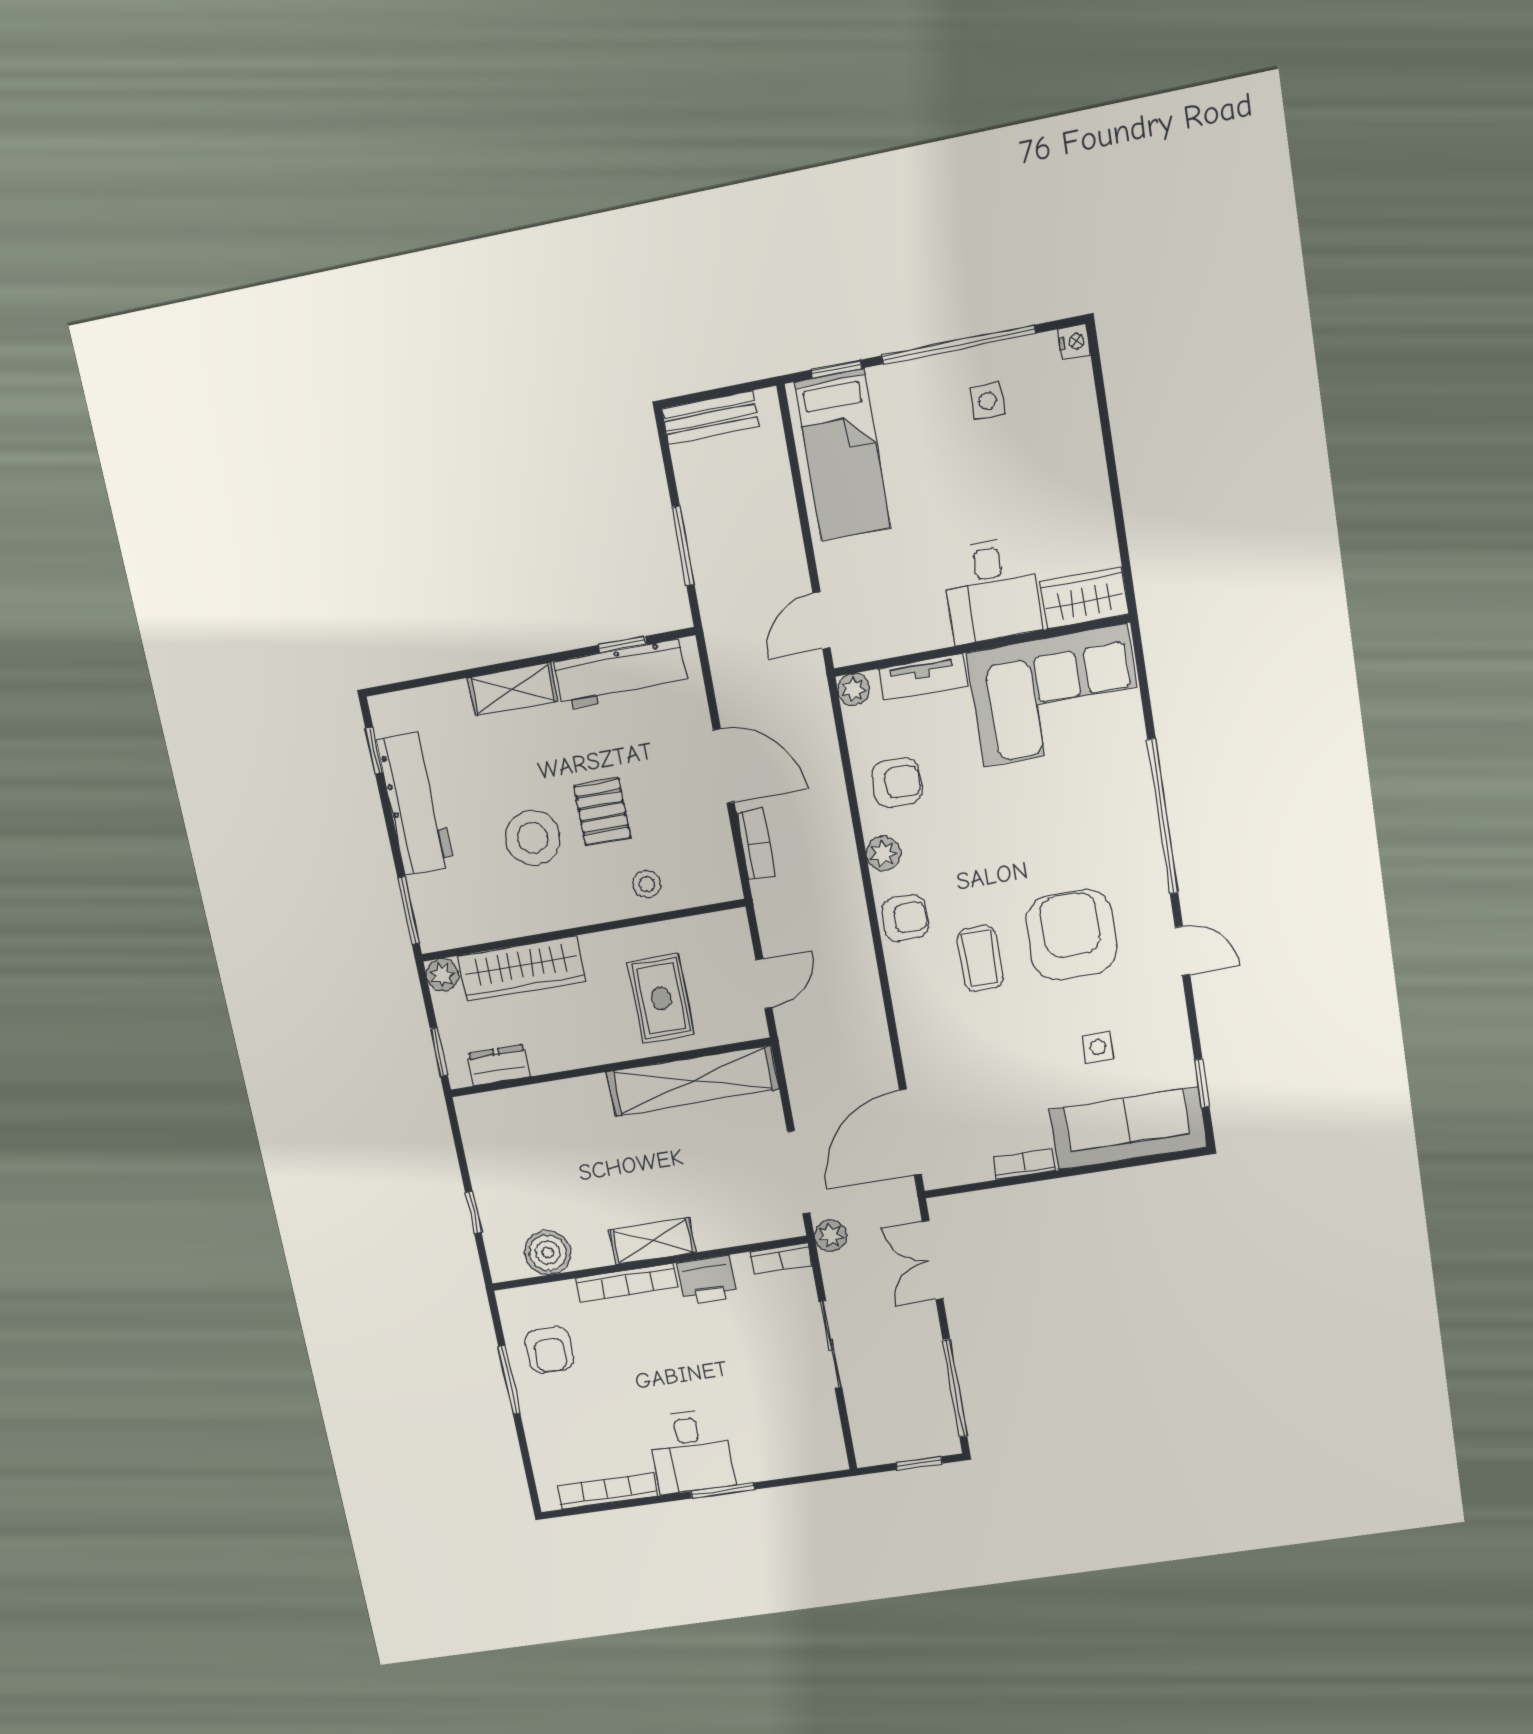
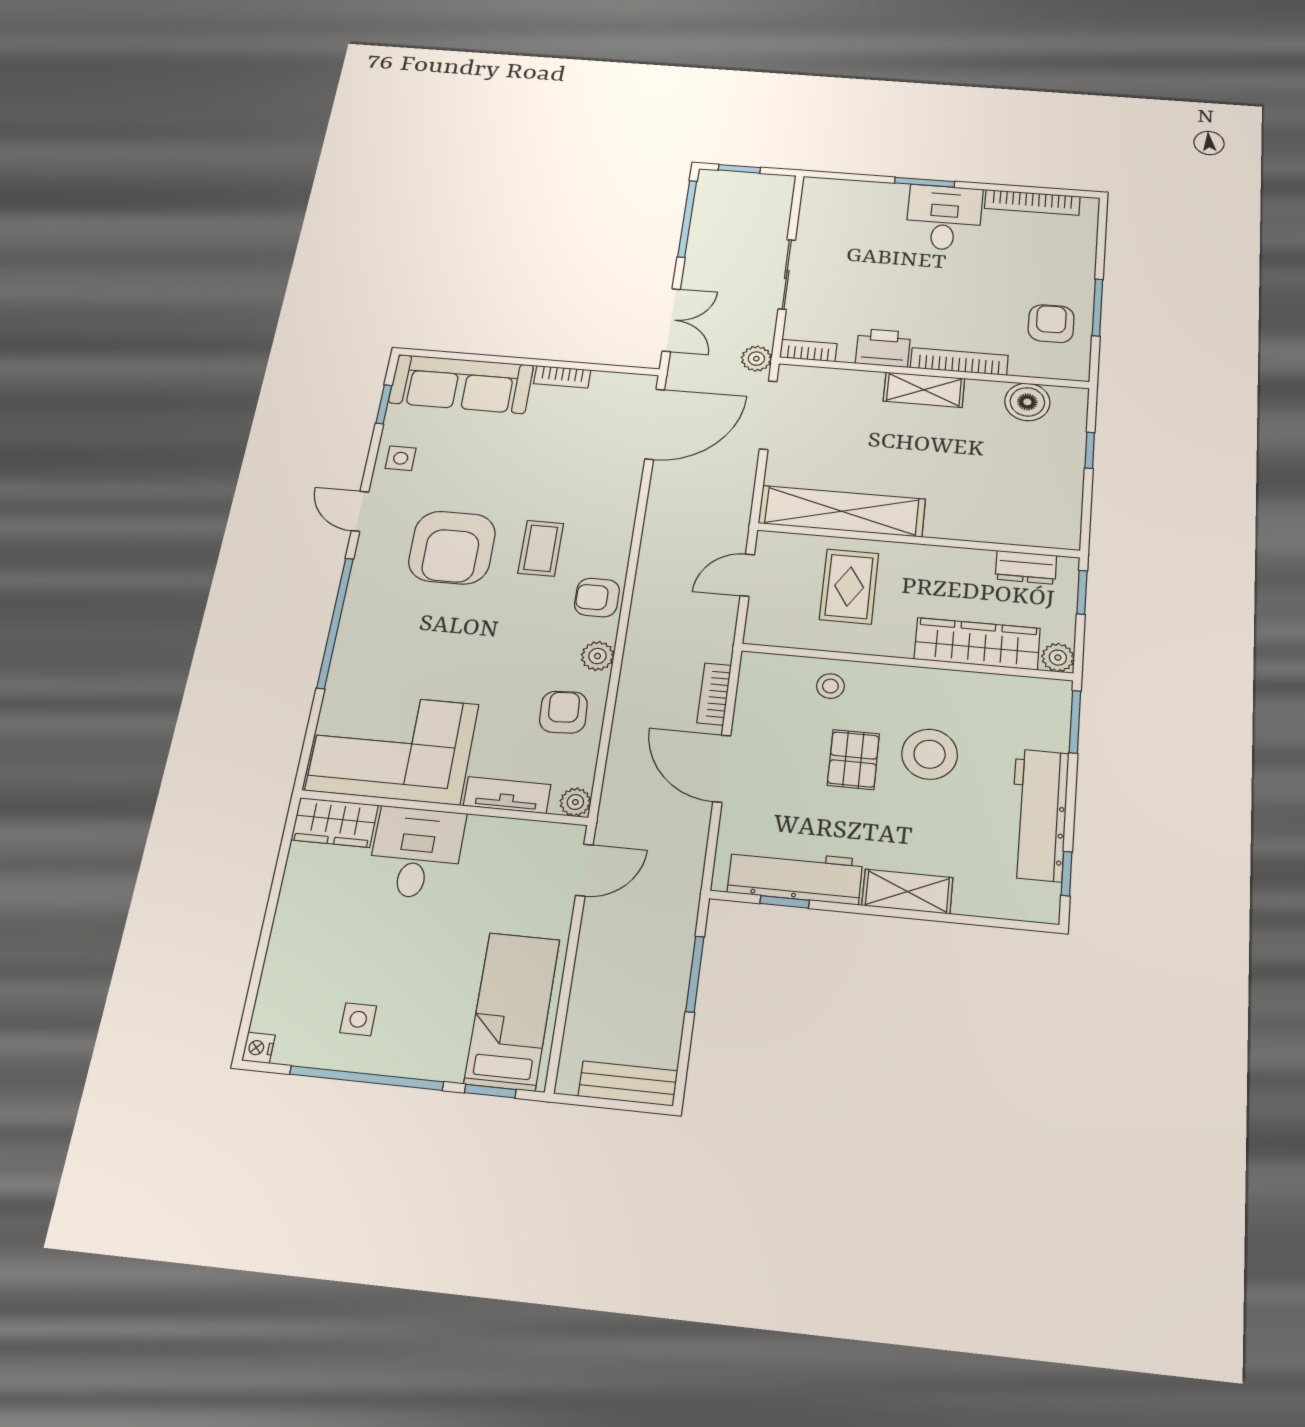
armchair: (897, 783) -> (563, 712), turned 87
side table: (1098, 1047) -> (401, 458), moved

